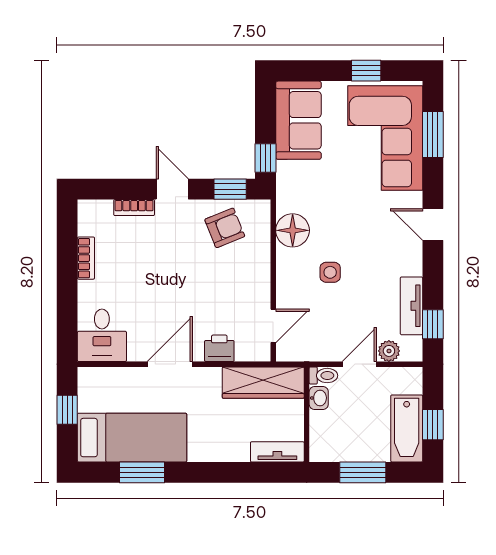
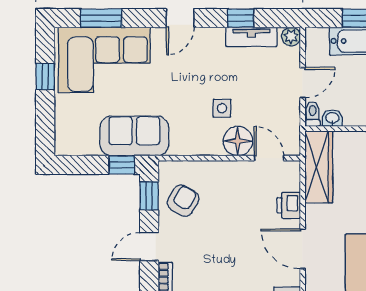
sofa: (298, 120) -> (134, 136), moved
armchair: (225, 228) -> (183, 201), turned 52
floor lamp: (293, 230) -> (238, 141), moved
window: (433, 324) -> (241, 18), moved
plant: (389, 351) -> (291, 36), moved
door: (359, 364) -> (303, 83), swing flipped

